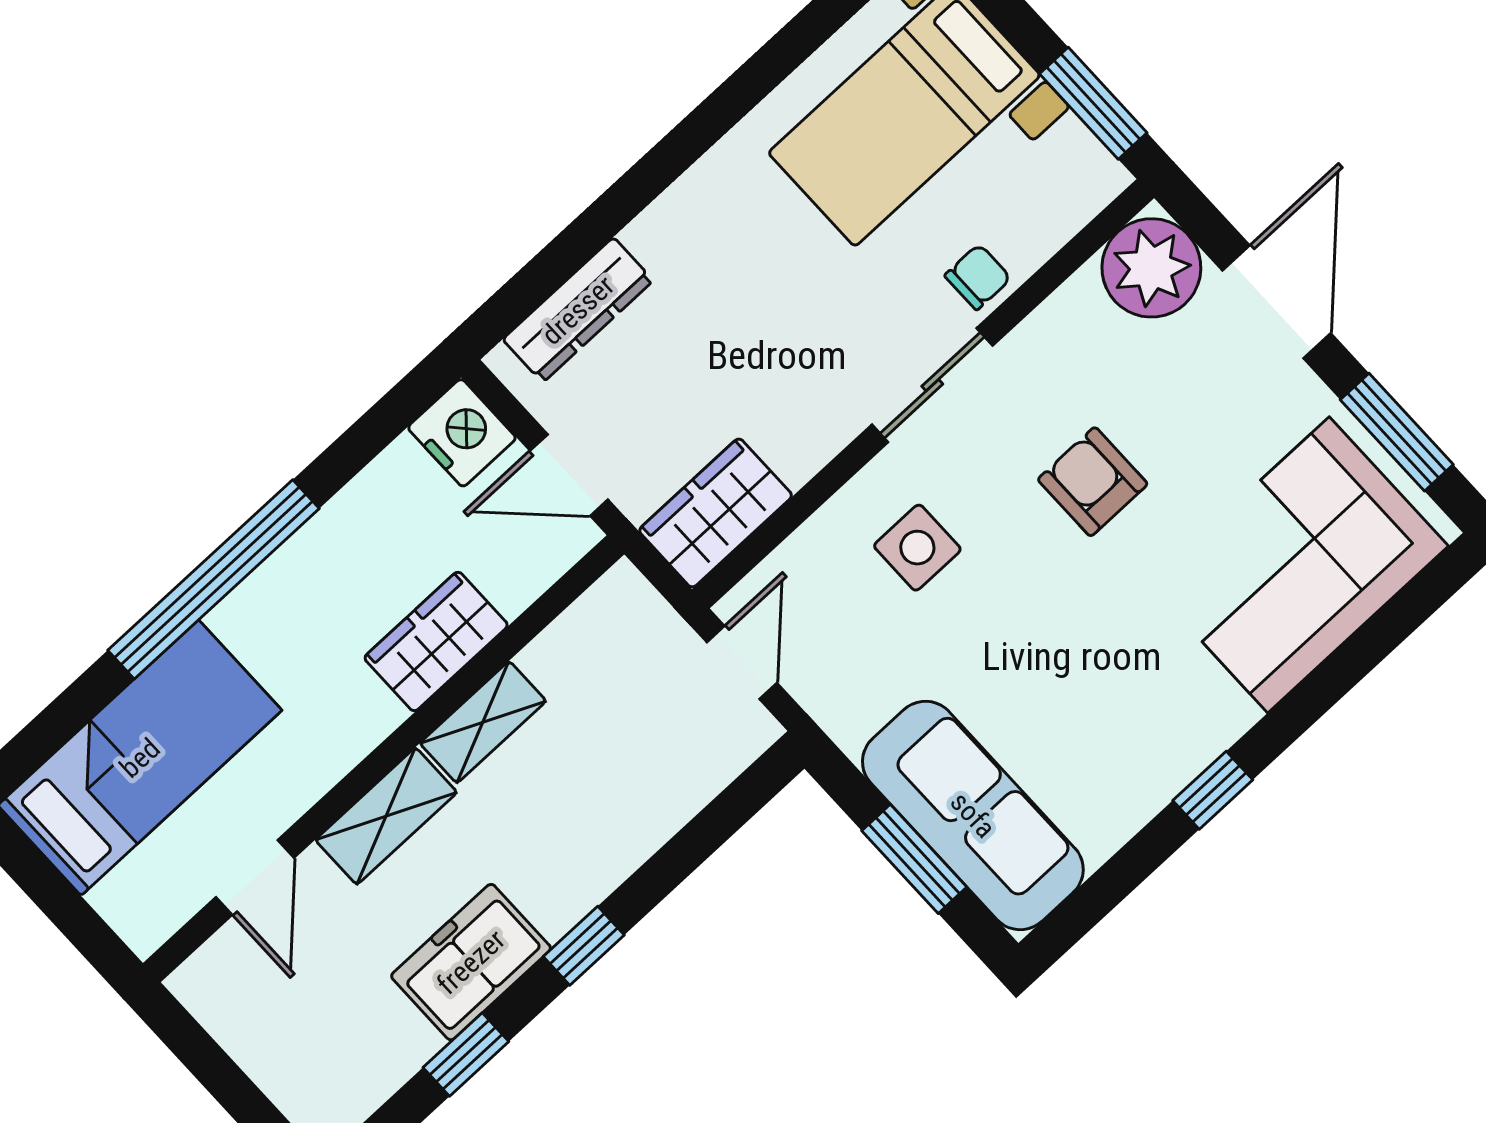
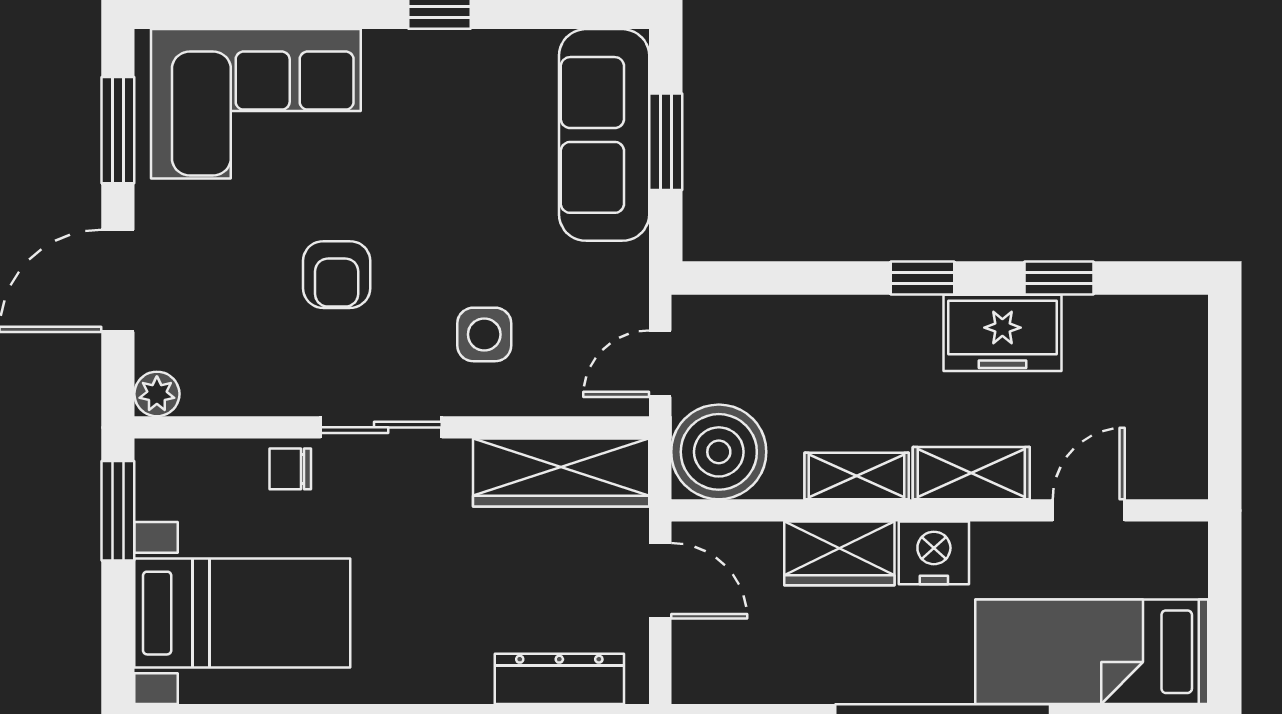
plant: (1151, 268) -> (157, 394), width x0.53, depth x0.53
nightstand: (462, 433) -> (934, 553), moved, turned 90
wardrobe: (716, 513) -> (561, 473), width x1.50
boiler: (621, 633) -> (719, 452), added

